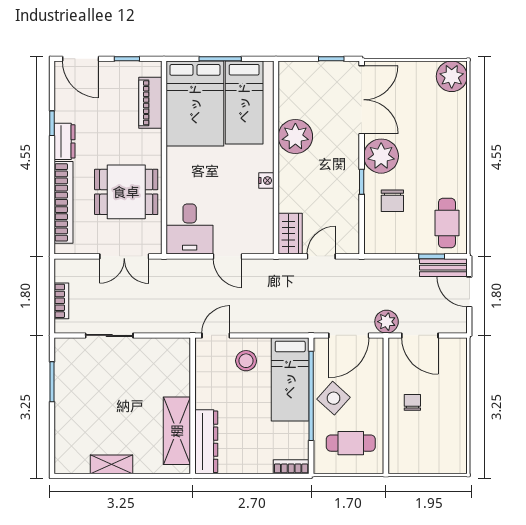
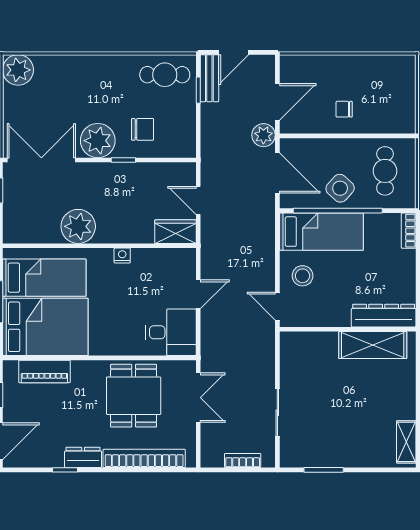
shelving: (111, 464) -> (406, 442), moved

